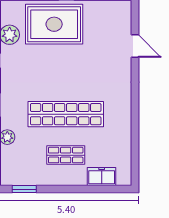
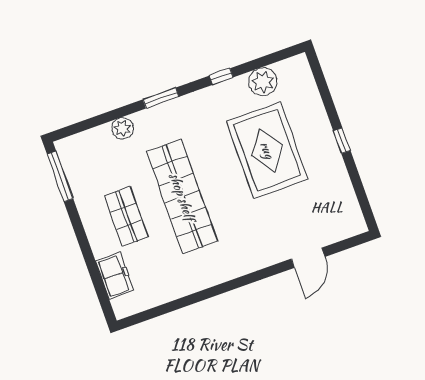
rug: (54, 24) -> (267, 150), moved
window: (24, 189) -> (60, 176), width x1.44

